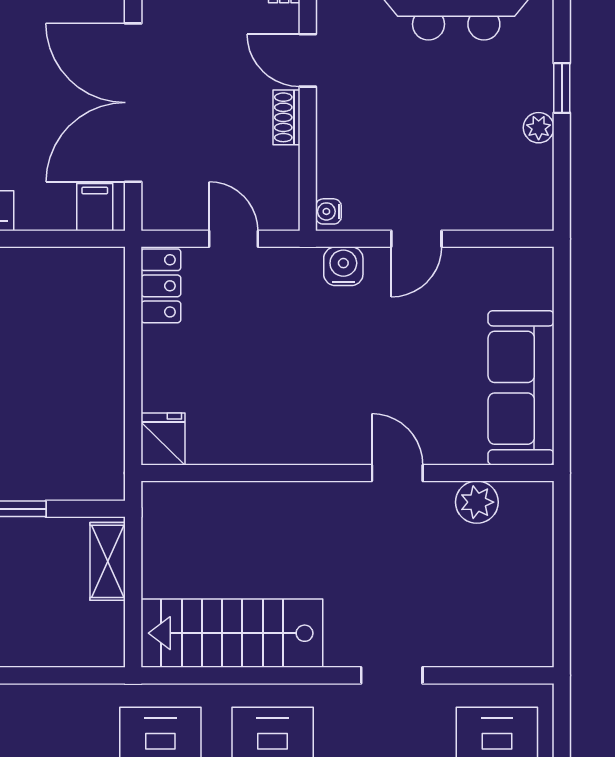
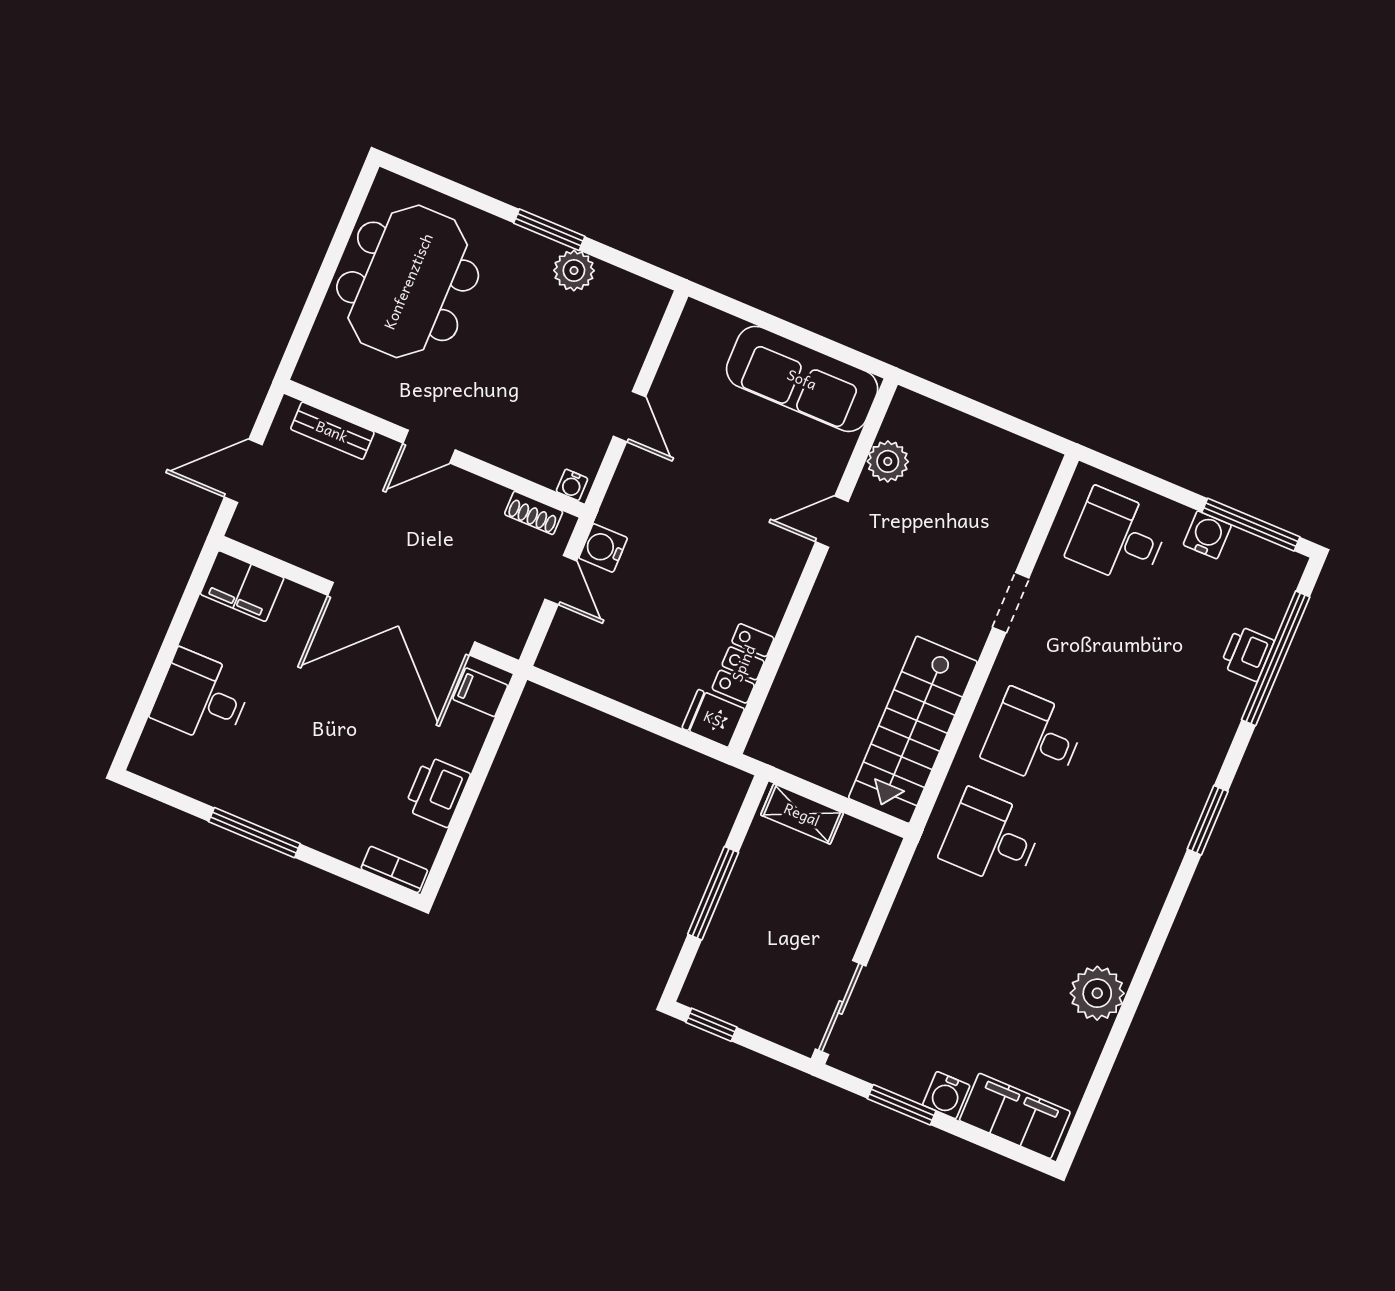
window: (562, 88) -> (549, 230), width x1.50
shoe rack: (286, 117) -> (534, 513), moved
plant: (539, 128) -> (574, 271), width x1.38, depth x1.38
door: (234, 239) -> (561, 580), swing flipped
water cooler: (343, 266) -> (603, 548), moved
locker: (161, 286) -> (743, 663), moved, turned -90

